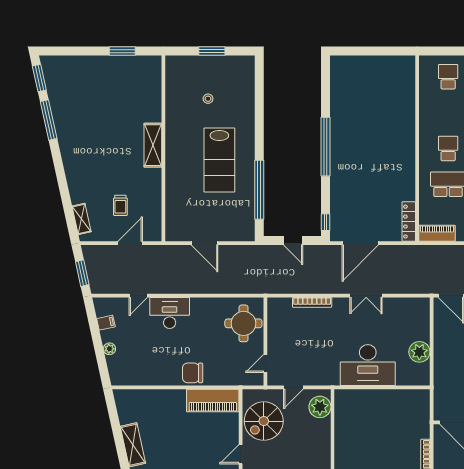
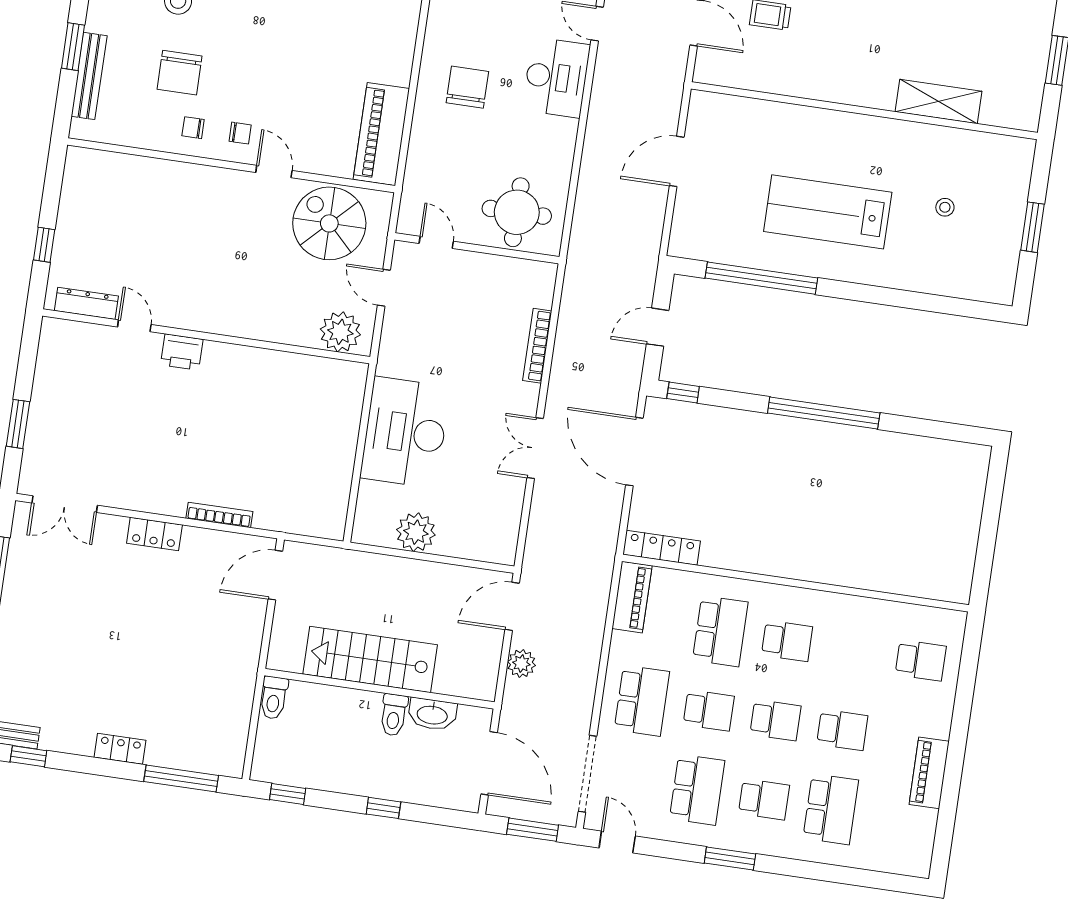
shelving: (153, 145) -> (938, 101), moved
chair: (193, 373) -> (467, 87), moved

